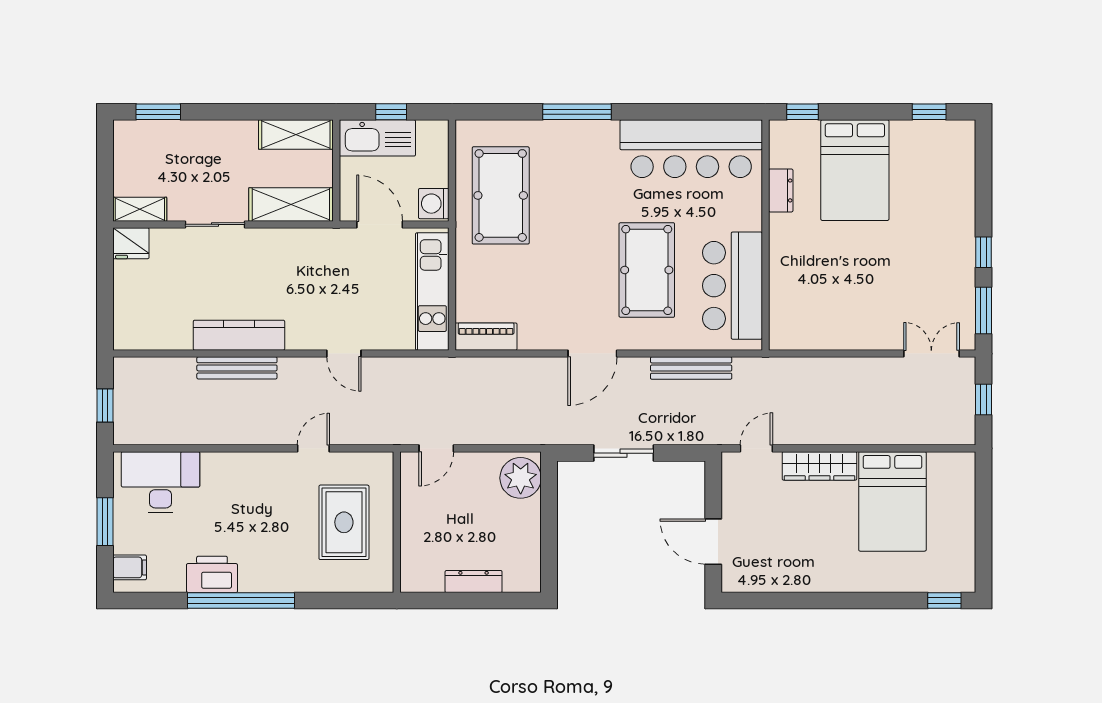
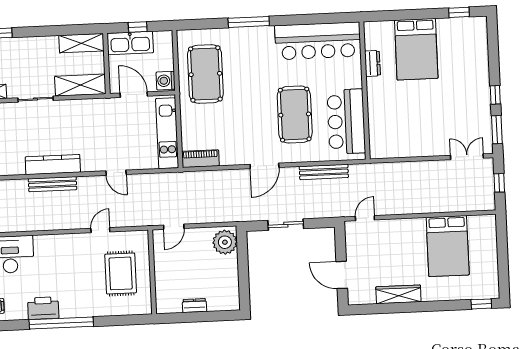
window: (802, 112) -> (383, 16), removed
wardrobe: (819, 466) -> (398, 294), moved, turned 180
dresser: (474, 582) -> (194, 306), width x0.70

